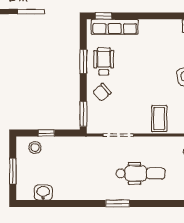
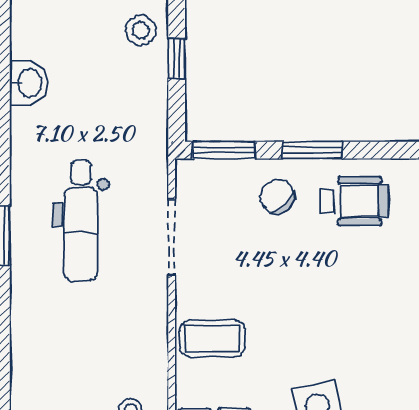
window: (83, 61) -> (312, 150), moved
dental chair: (141, 173) -> (81, 221), moved
washbasin: (43, 193) -> (29, 83), moved

